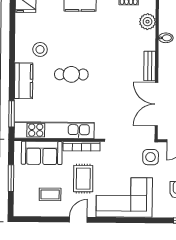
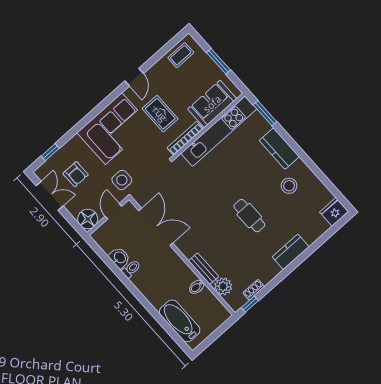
bench: (150, 66) -> (204, 269), moved
cafe table: (71, 74) -> (249, 216), moved, turned 90
coffee table: (50, 194) -> (181, 55), moved

